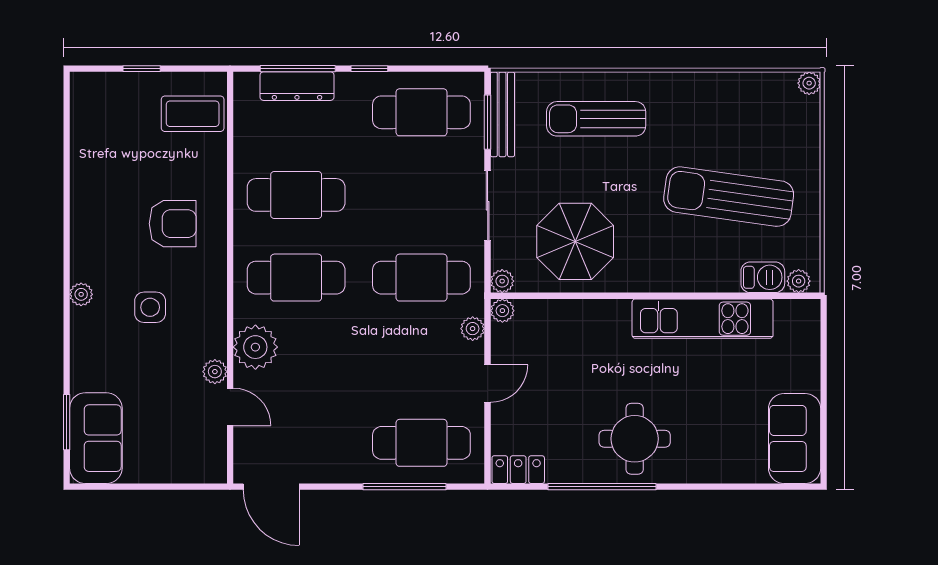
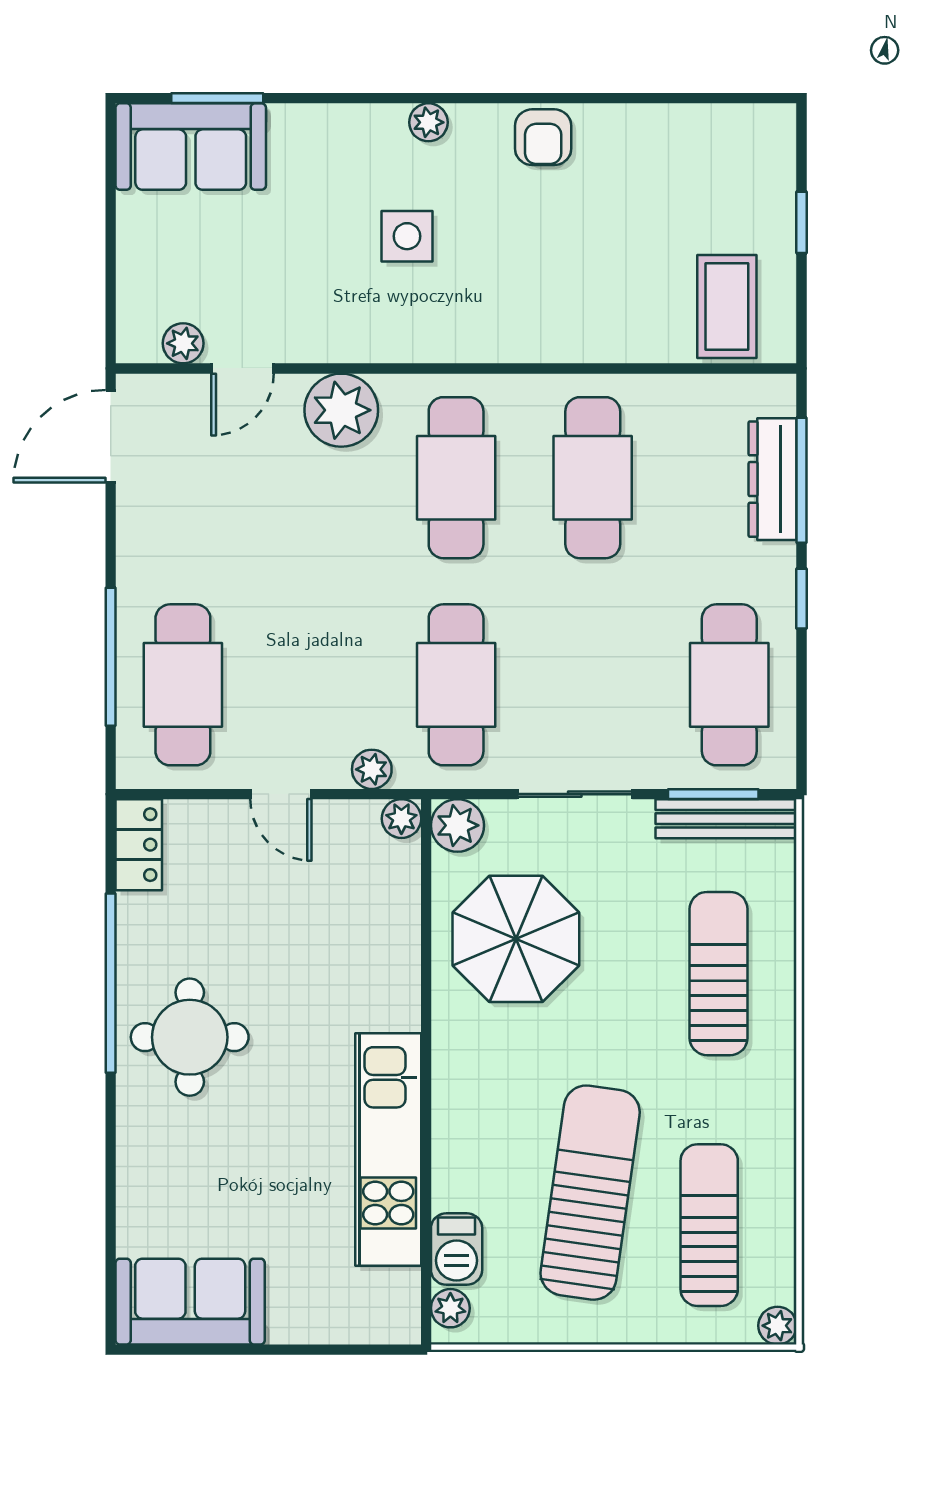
sun lounger: (748, 124) -> (709, 1225), added
armchair: (173, 224) -> (543, 137), moved, width x0.72, depth x0.72
plant: (502, 281) -> (457, 825), width x1.38, depth x1.38
plant: (215, 372) -> (183, 343), moved

